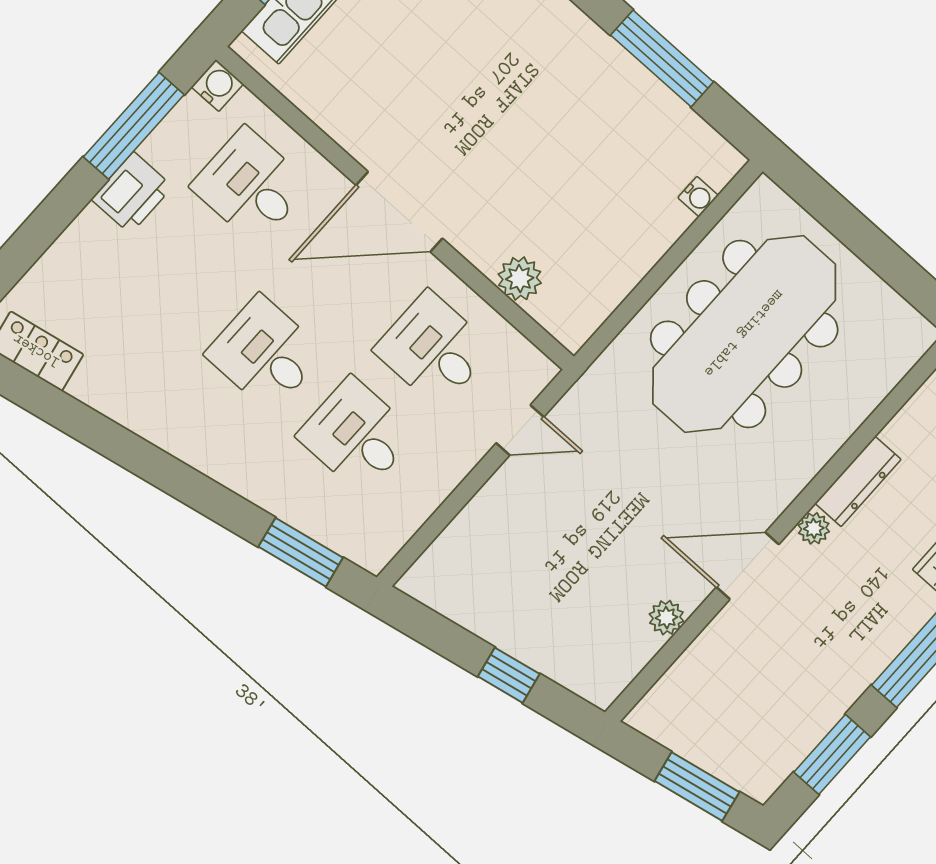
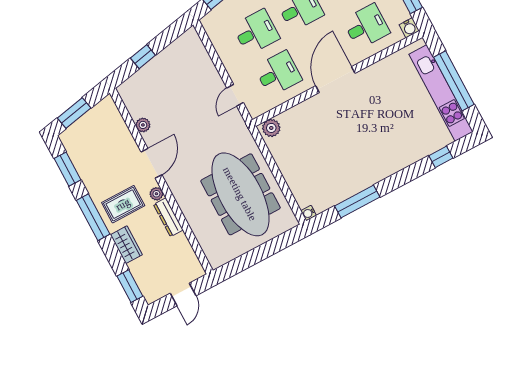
water cooler: (698, 197) -> (309, 213), moved
plant: (520, 279) -> (271, 128), moved
rug: (866, 596) -> (123, 204), added

